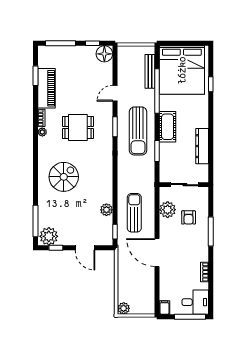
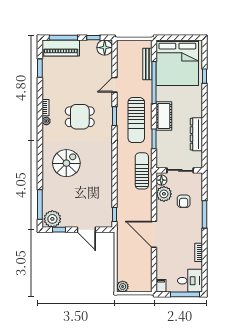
piano: (46, 88) -> (61, 48), moved, turned 90
floor lamp: (165, 195) -> (161, 180), added
plant: (106, 210) -> (107, 194), removed
sun lounger: (134, 213) -> (142, 171), moved

